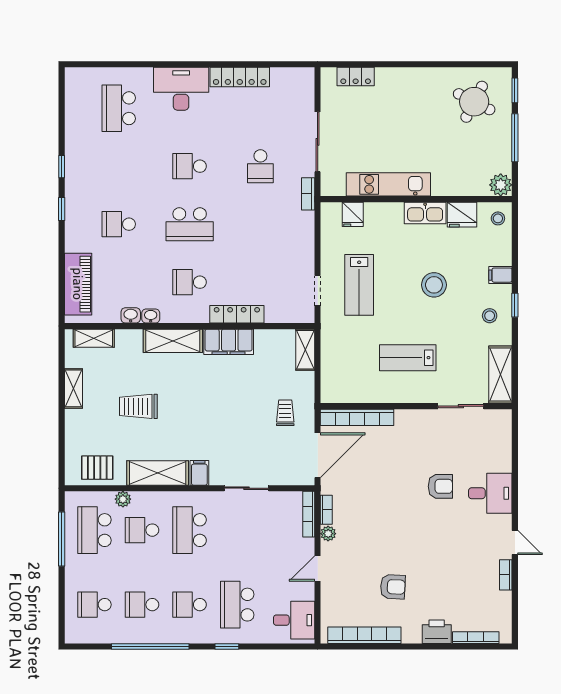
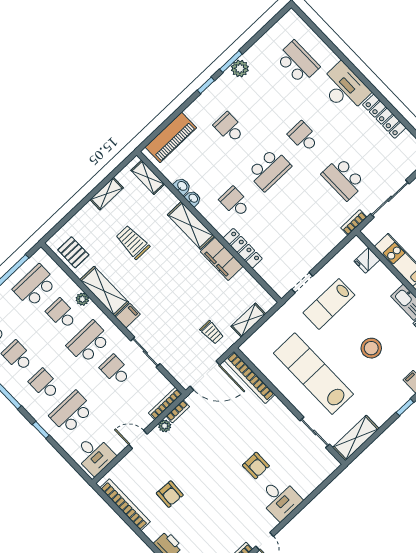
school desk: (119, 108) -> (298, 62), turned 90
plant: (75, 165) -> (240, 68), added
school desk: (260, 166) -> (343, 179), width x1.85
window: (62, 167) -> (231, 62), width x1.50
school desk: (190, 224) -> (269, 170), turned -90
stool: (490, 316) -> (384, 398), removed
shelving: (305, 350) -> (248, 320), moved
lab bench: (408, 358) -> (313, 374), width x1.86, depth x1.39
trolley: (285, 413) -> (212, 332), turned 90
plant: (123, 499) -> (82, 299), moved
school desk: (237, 530) -> (115, 370), added

